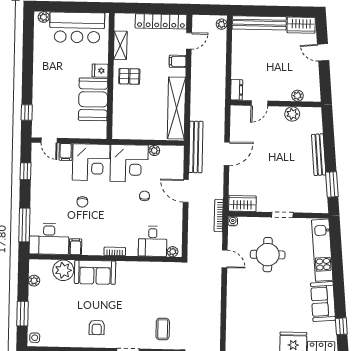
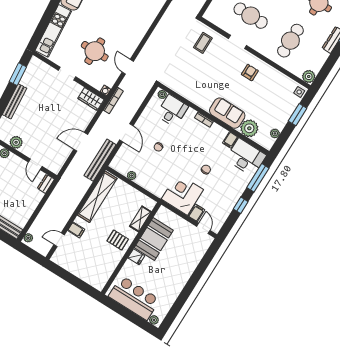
locker: (161, 21) -> (71, 266), removed
shelving: (120, 45) -> (140, 219), moved
door: (259, 103) -> (35, 164), swing flipped
window: (27, 113) -> (207, 258), removed
corner desk: (129, 163) -> (155, 177), removed
window: (25, 171) -> (241, 205), moved

